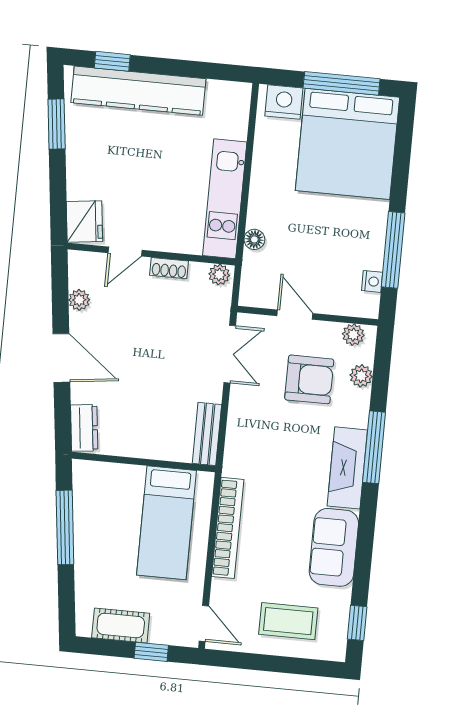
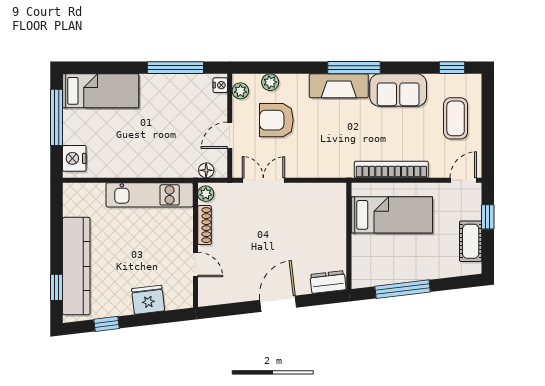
window: (57, 124) -> (107, 324), width x0.67
bed: (347, 144) -> (101, 91), width x0.49
fridge: (84, 221) -> (148, 300), moved
floor lamp: (254, 239) -> (206, 170), moved
shoe rack: (169, 268) -> (205, 225), width x1.43
nightstand: (372, 281) -> (220, 85), moved, turned 90
plant: (79, 300) -> (234, 295), removed
armchair: (309, 379) -> (276, 120), turned -90
bench: (207, 434) -> (324, 191), removed
window: (374, 447) -> (354, 68), moved

